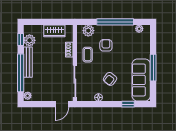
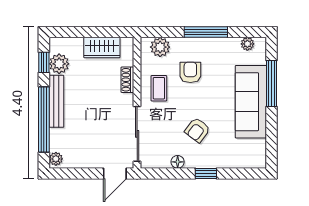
window: (115, 22) -> (206, 32), width x0.68
window: (153, 68) -> (272, 84), moved
sofa: (141, 80) -> (251, 102), moved
window: (128, 104) -> (206, 173), moved

